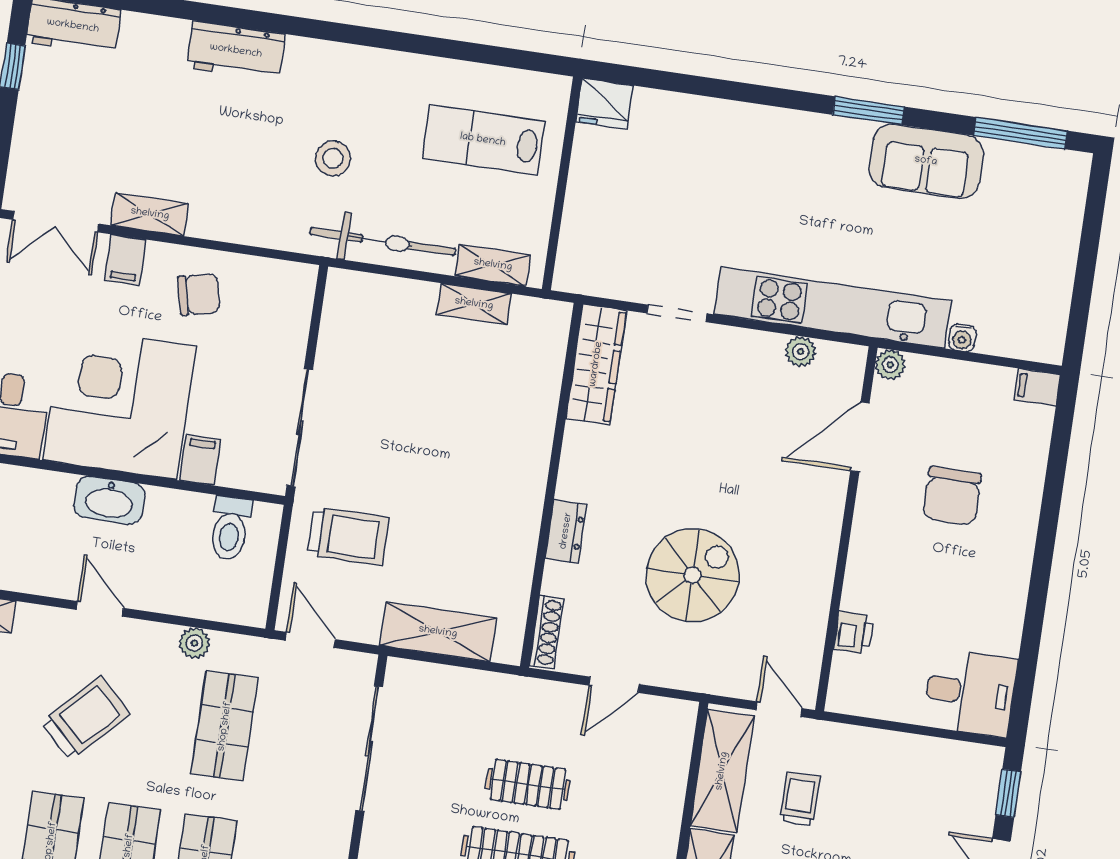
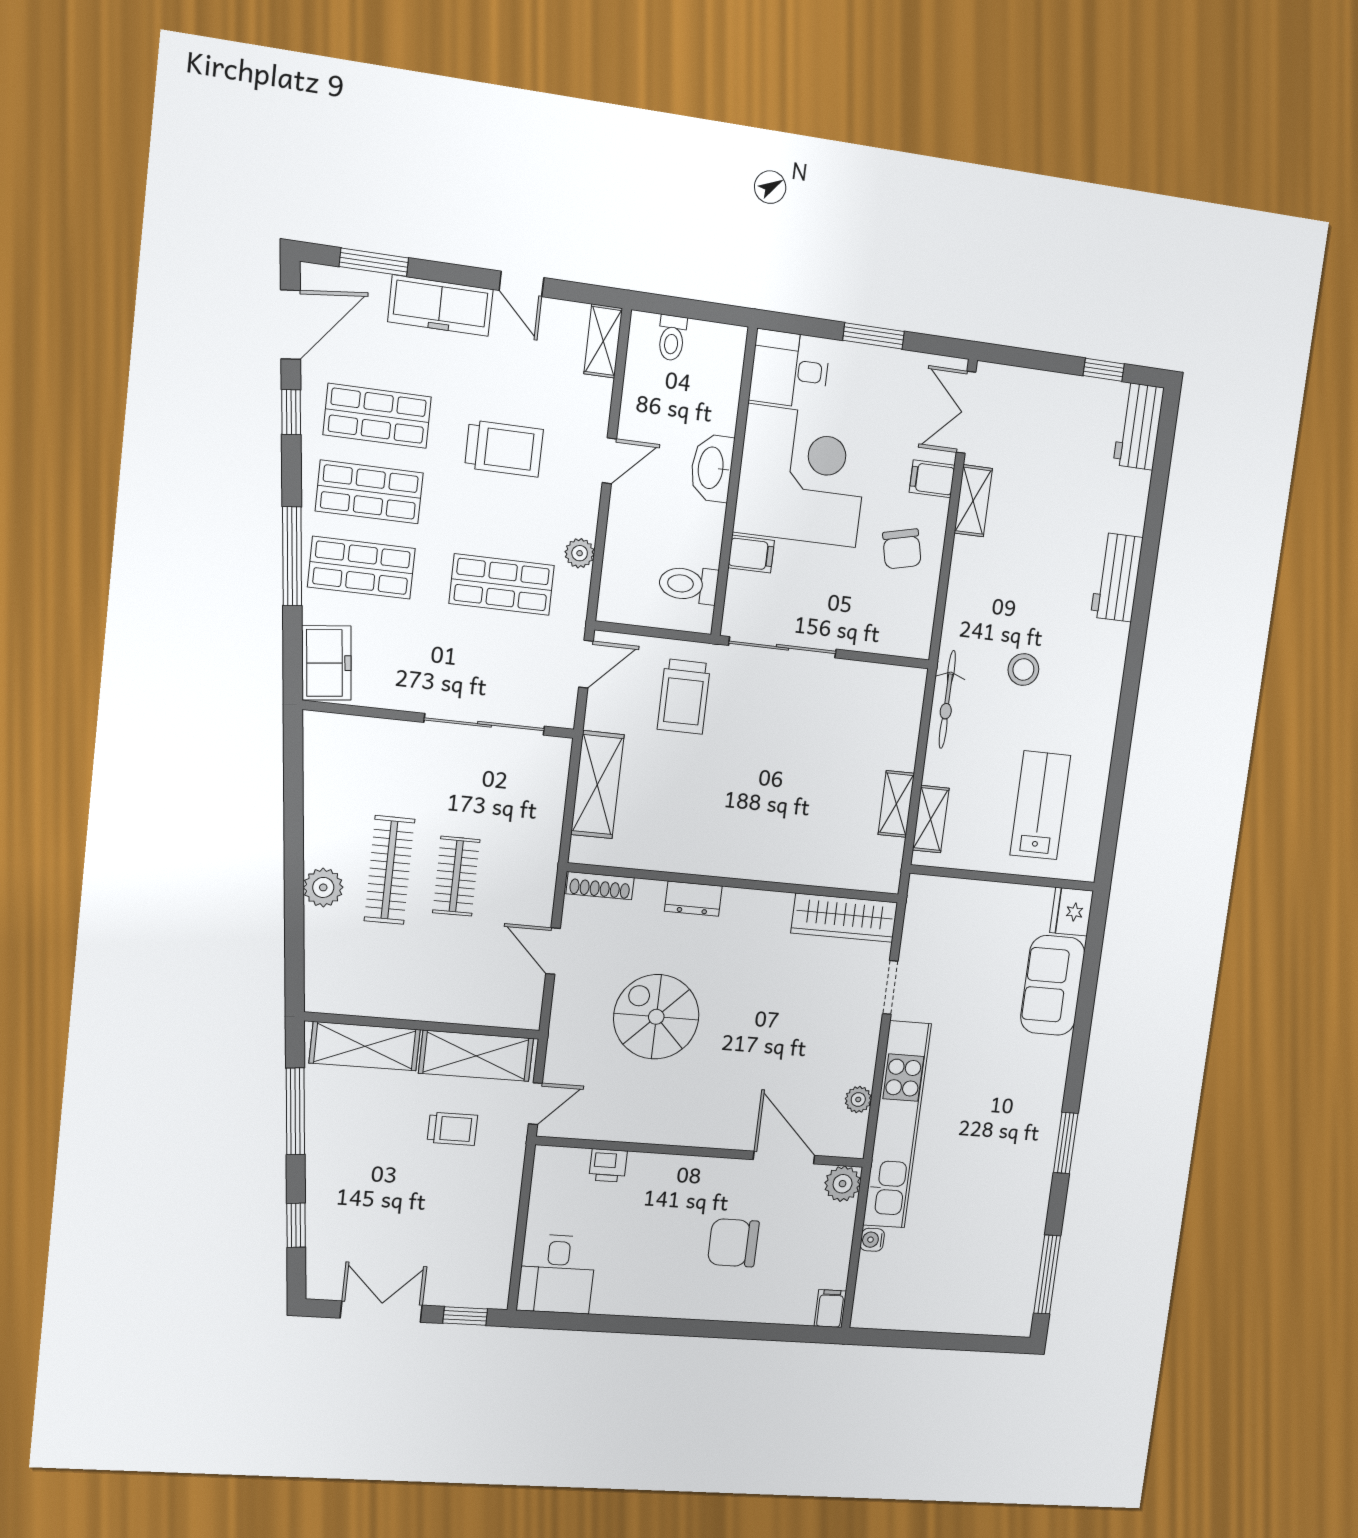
sofa: (926, 161) -> (1053, 985), moved
bicycle: (383, 241) -> (947, 699), width x0.73, depth x0.71
plant: (890, 365) -> (843, 1184), width x1.38, depth x1.38
spiral stairs: (693, 575) -> (656, 1017), turned 180
trolley: (85, 718) -> (504, 448), turned -44

